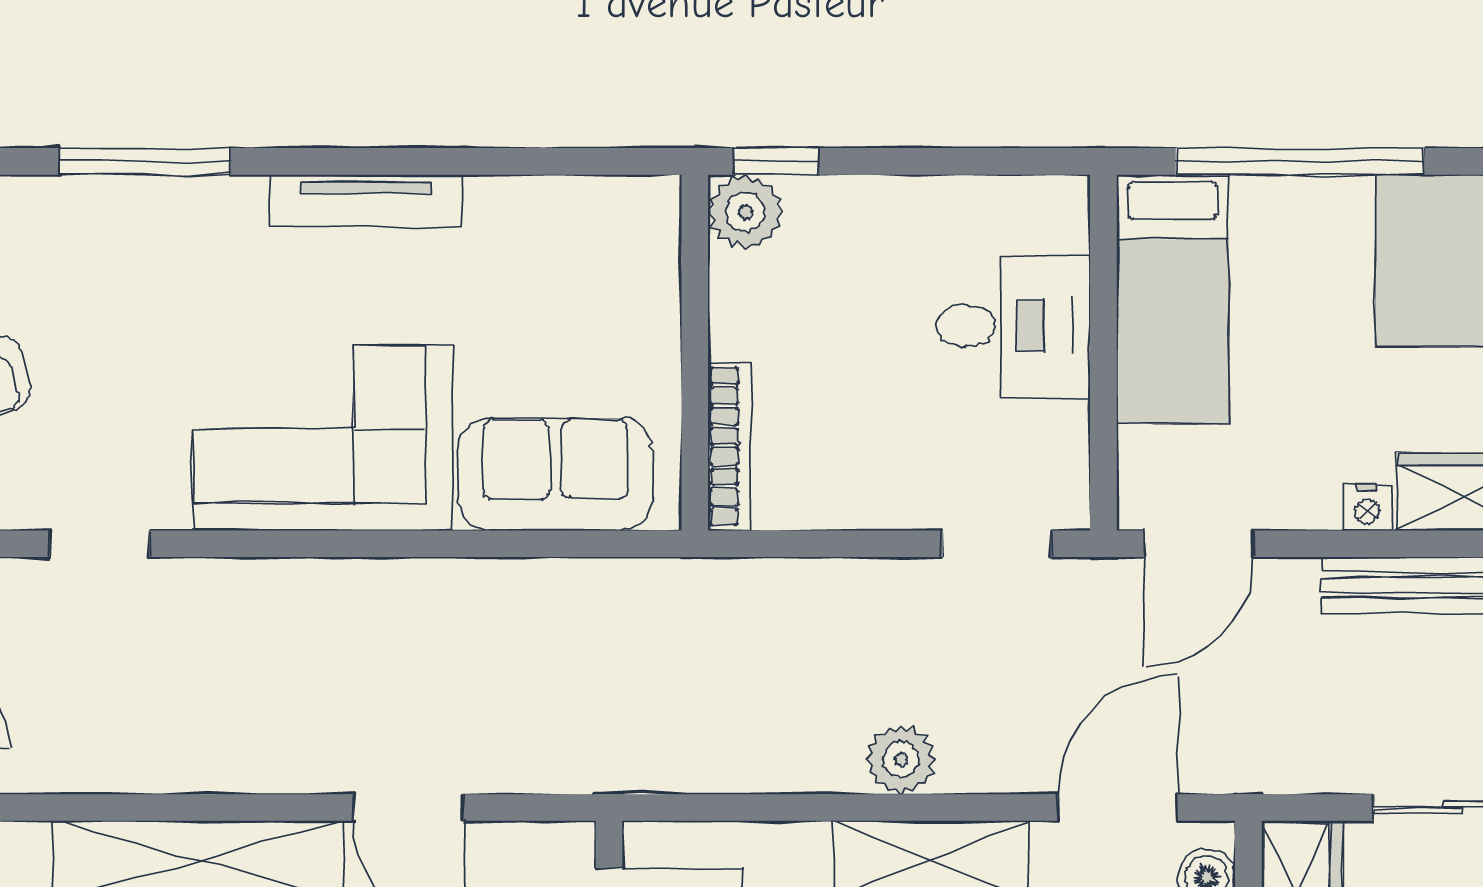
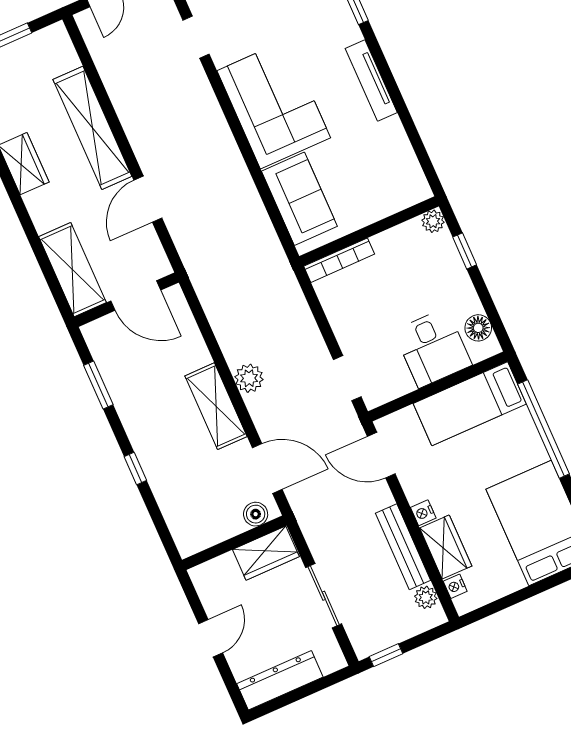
window: (777, 161) -> (465, 251), moved
floor lamp: (1014, 206) -> (478, 328), added
plant: (745, 212) -> (433, 221), width x0.73, depth x0.73

